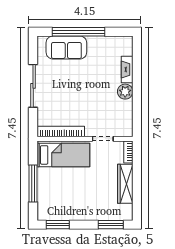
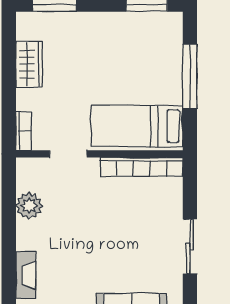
sliding door: (33, 86) -> (190, 247), width x0.73
plant: (125, 92) -> (29, 206), moved
wardrobe: (125, 184) -> (29, 64), width x0.67

